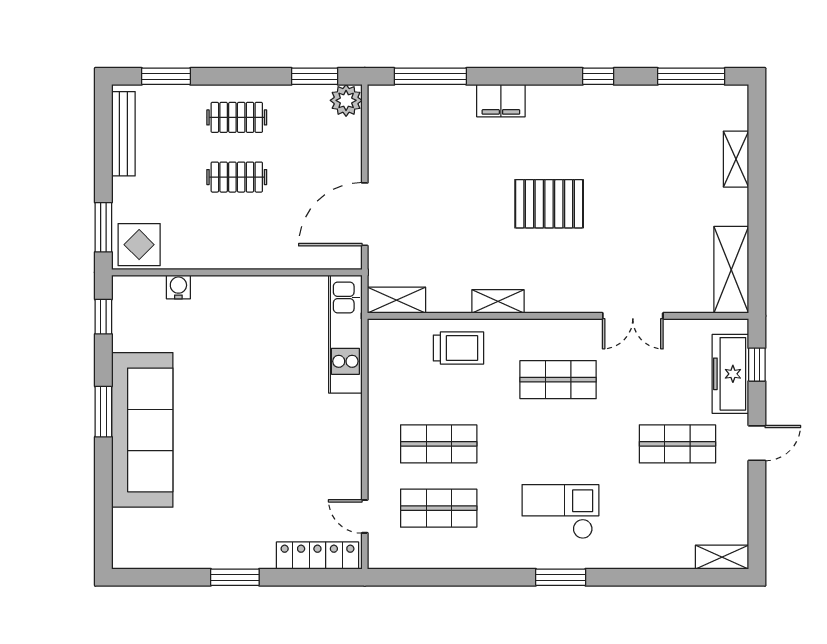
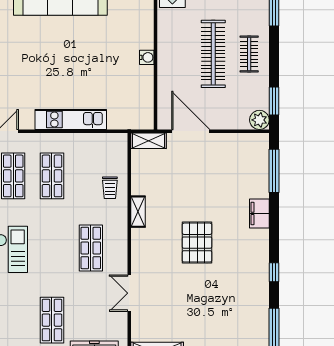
clothes rail: (237, 177) -> (213, 54), width x1.86, depth x1.31
water cooler: (178, 287) -> (147, 57), moved
shelving: (397, 300) -> (148, 141), moved, turned 90
kitchen unit: (345, 334) -> (71, 120), moved
trolley: (458, 348) -> (110, 188), width x0.73, depth x0.72

